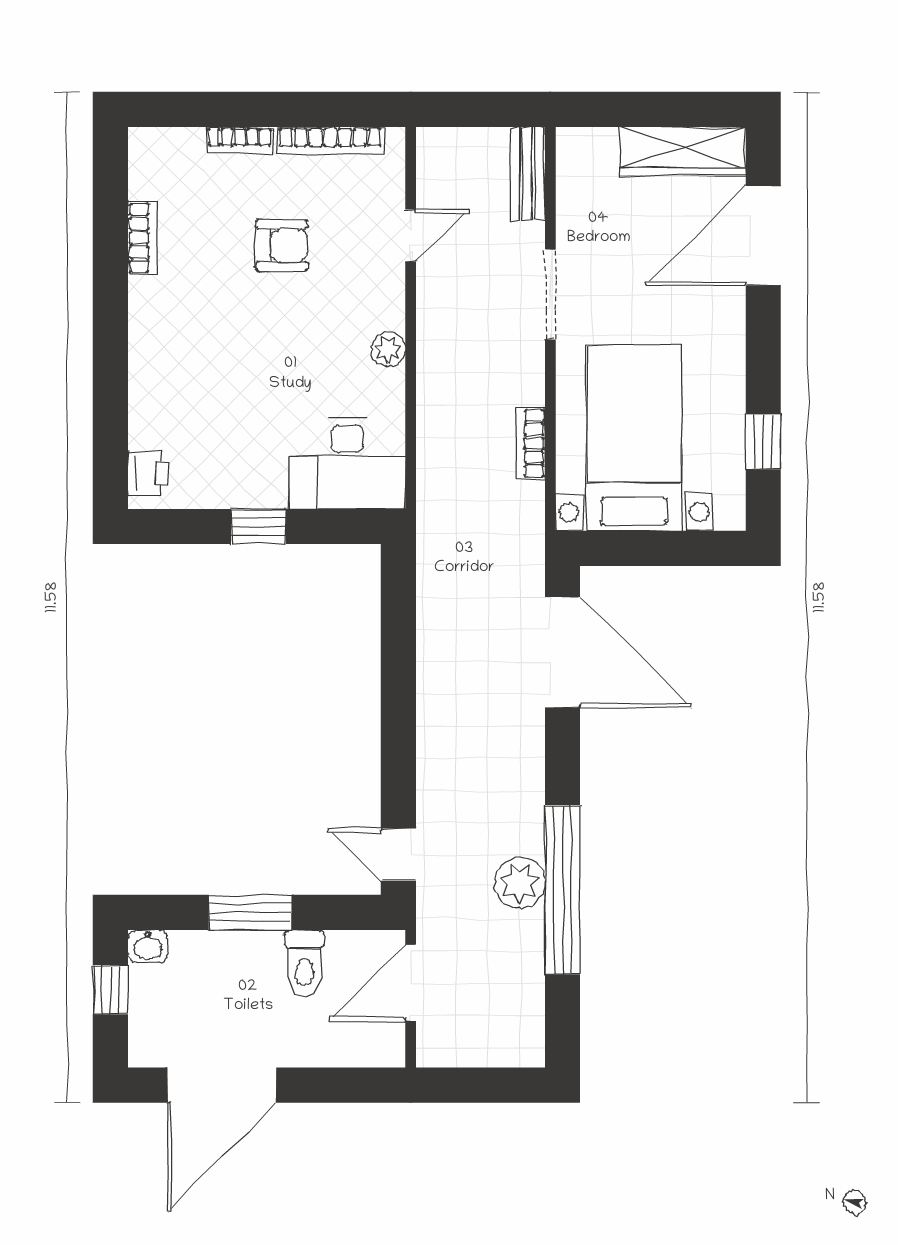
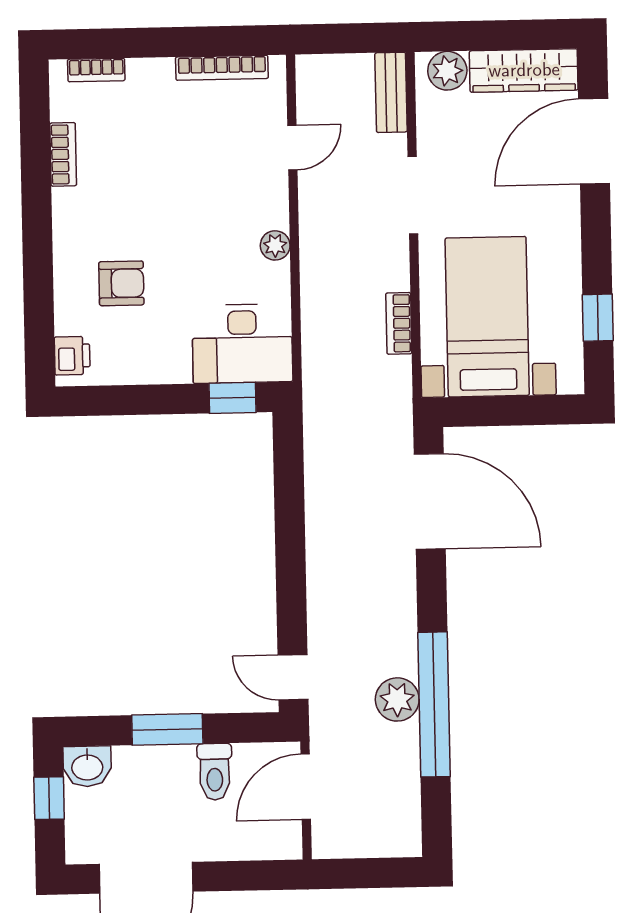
bookcase: (240, 140) -> (96, 70), moved
plant: (594, 150) -> (447, 71), added
armchair: (282, 245) -> (121, 283), moved
window: (258, 527) -> (232, 398), moved
washbasin: (148, 946) -> (87, 766), width x1.38, depth x1.45

